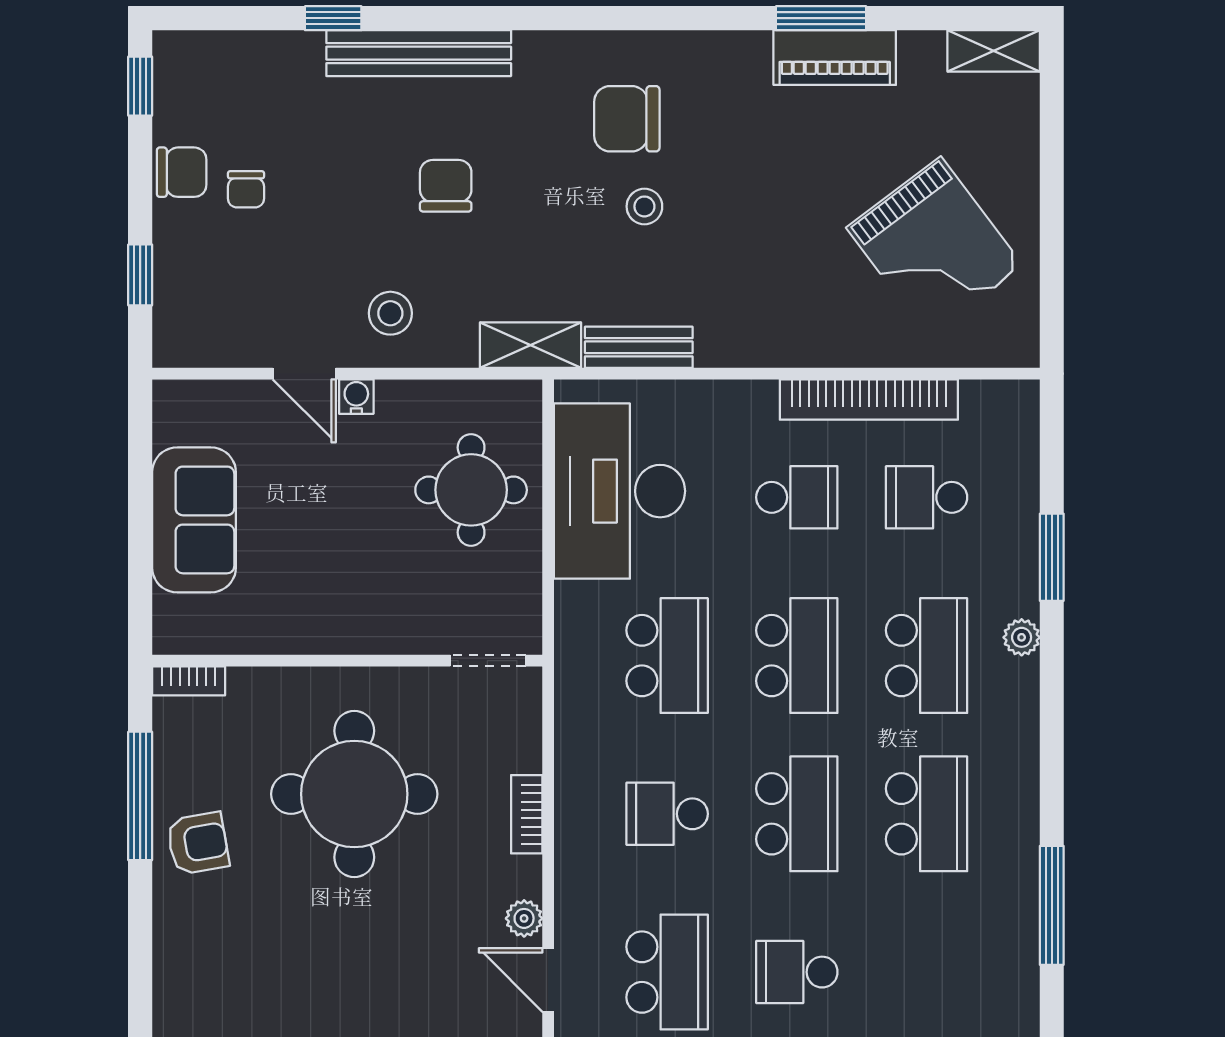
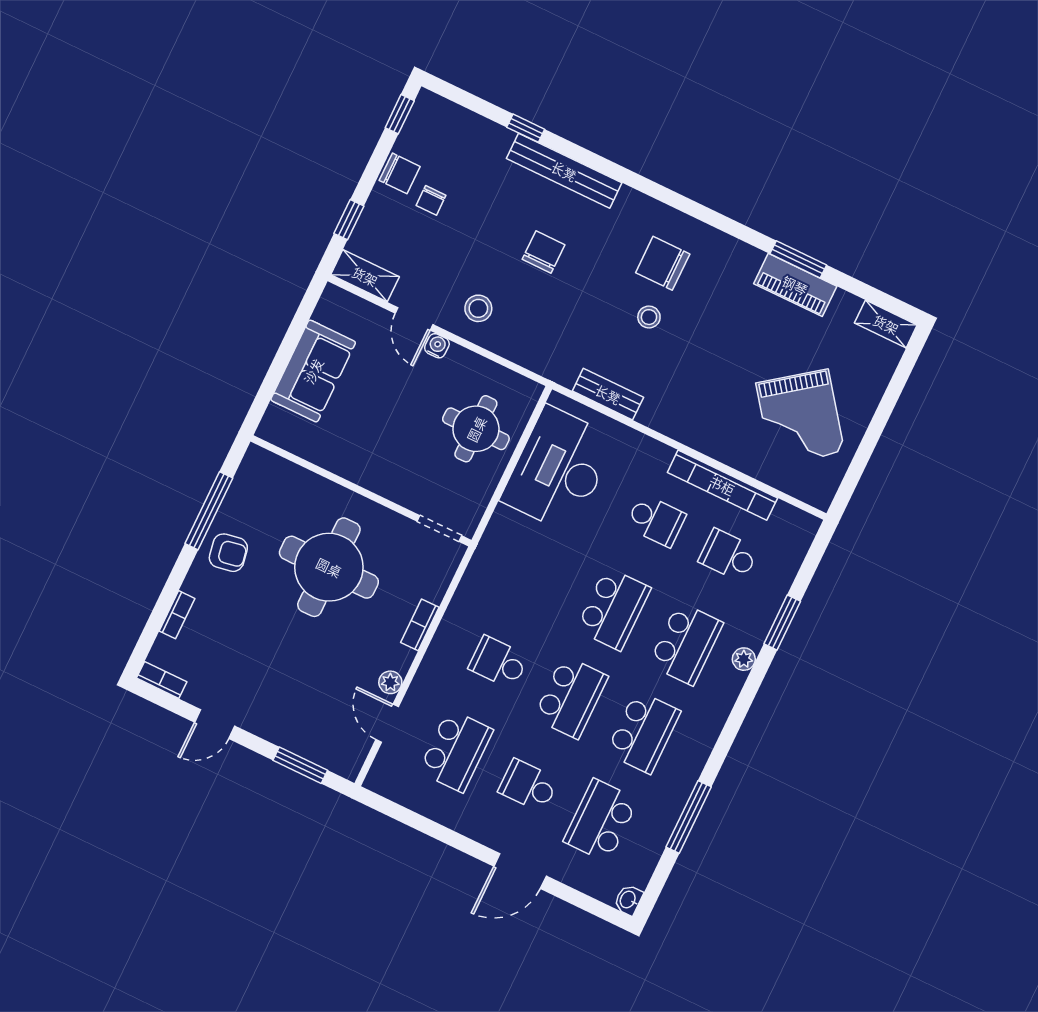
shelving: (531, 345) -> (365, 276), moved
school desk: (667, 656) -> (601, 820), moved, turned 180
bookcase: (189, 681) -> (177, 615), moved, turned -90

